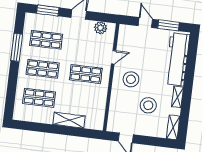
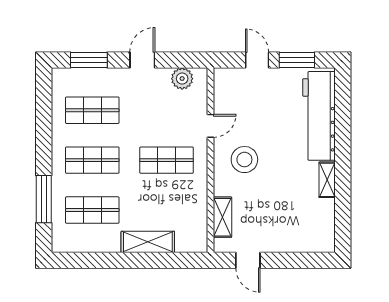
window: (17, 47) -> (44, 199), moved
stool: (148, 105) -> (279, 200), removed
shelving: (173, 127) -> (222, 217), moved

